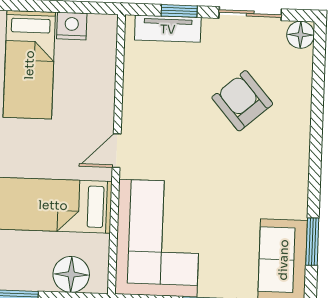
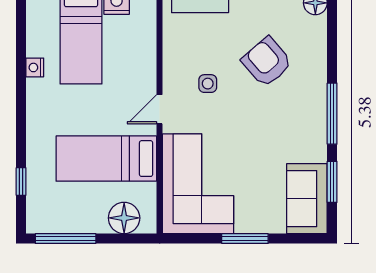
side table: (173, 123) -> (208, 84), added
window: (315, 163) -> (332, 114), added

